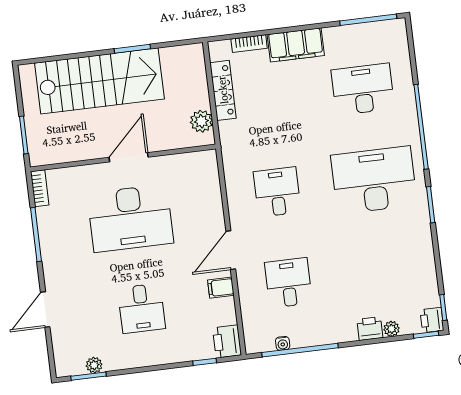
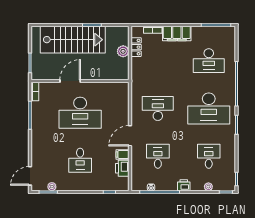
desk: (363, 89) -> (209, 61), turned 180
locker: (223, 90) -> (136, 47), width x0.66
plant: (201, 121) -> (123, 51), moved
door: (129, 157) -> (70, 81), moved
desk: (374, 180) -> (209, 108), turned 180
desk: (277, 192) -> (158, 108), width x1.37
desk: (385, 271) -> (209, 156), added
door: (45, 310) -> (30, 176), moved
printer: (432, 320) -> (230, 185), removed
printer: (370, 329) -> (184, 185), moved
printer: (227, 341) -> (122, 168), moved

